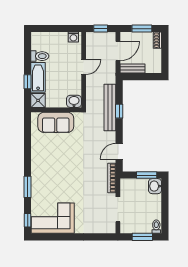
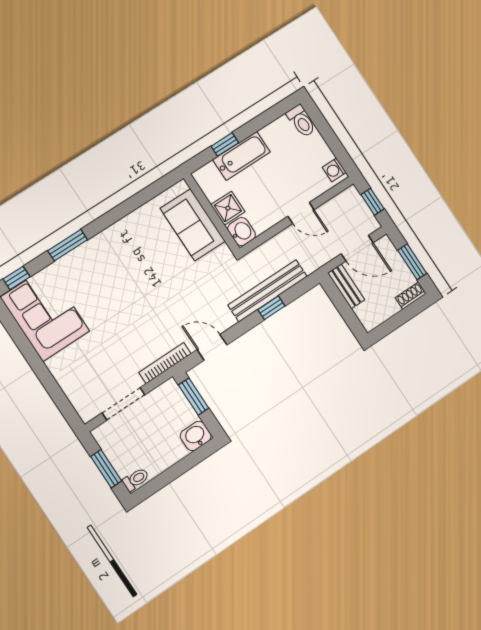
toilet: (40, 56) -> (301, 121), moved
shower: (38, 100) -> (228, 208), moved
window: (147, 175) -> (194, 397), moved

